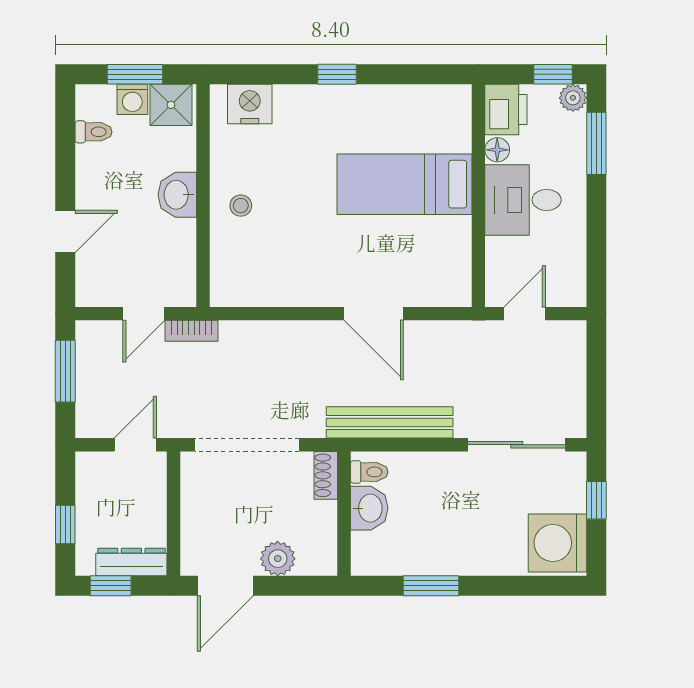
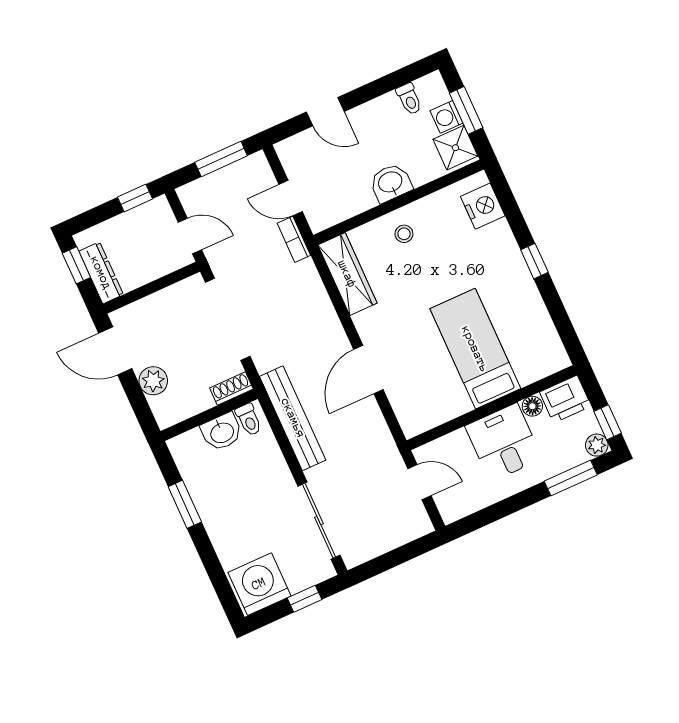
wardrobe: (257, 289) -> (347, 274), added
window: (65, 525) -> (135, 198), moved

